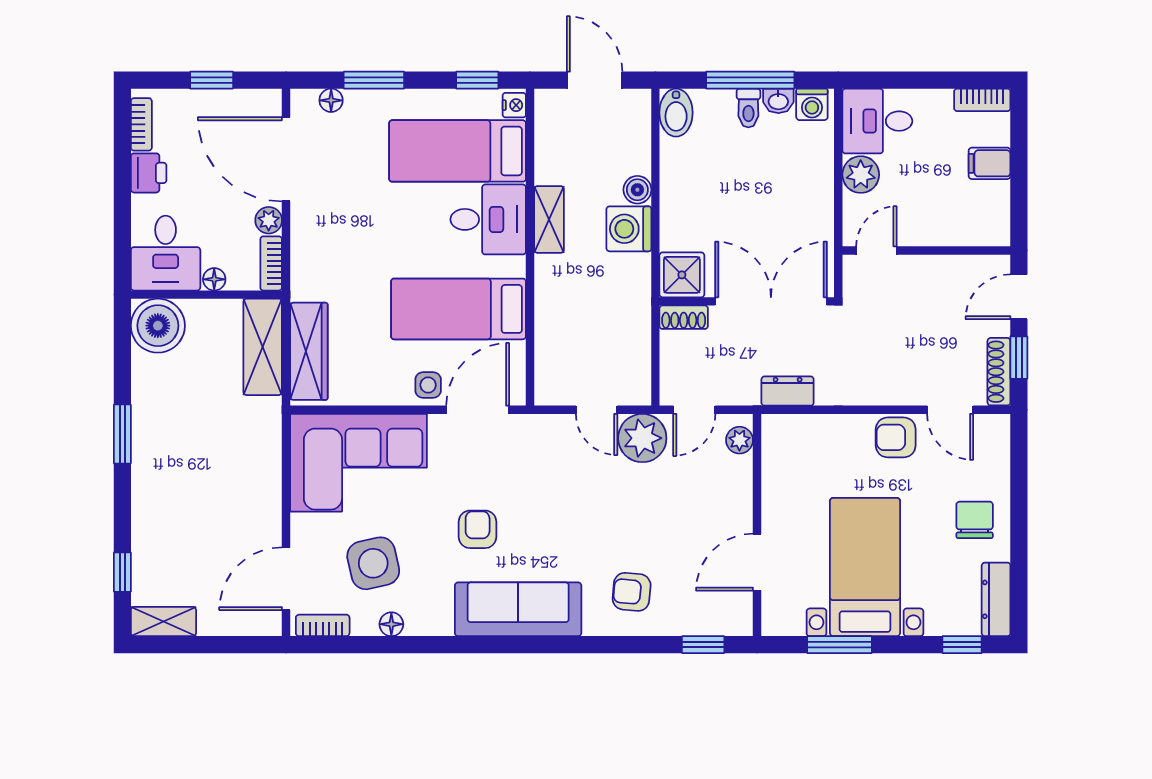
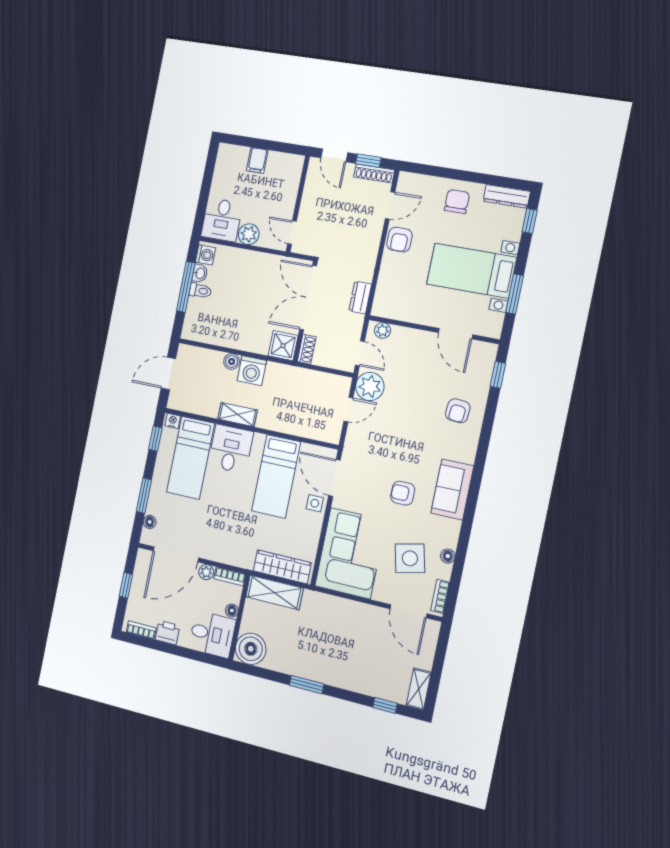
bookcase: (982, 100) -> (222, 159), removed
bidet: (676, 113) -> (195, 332), removed
chair: (975, 520) -> (457, 201), turned 90
sofa: (518, 609) -> (452, 489), width x0.73

